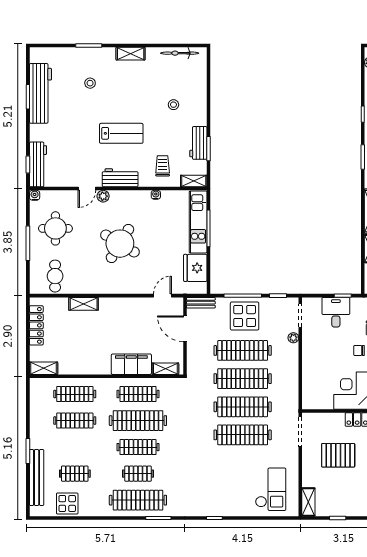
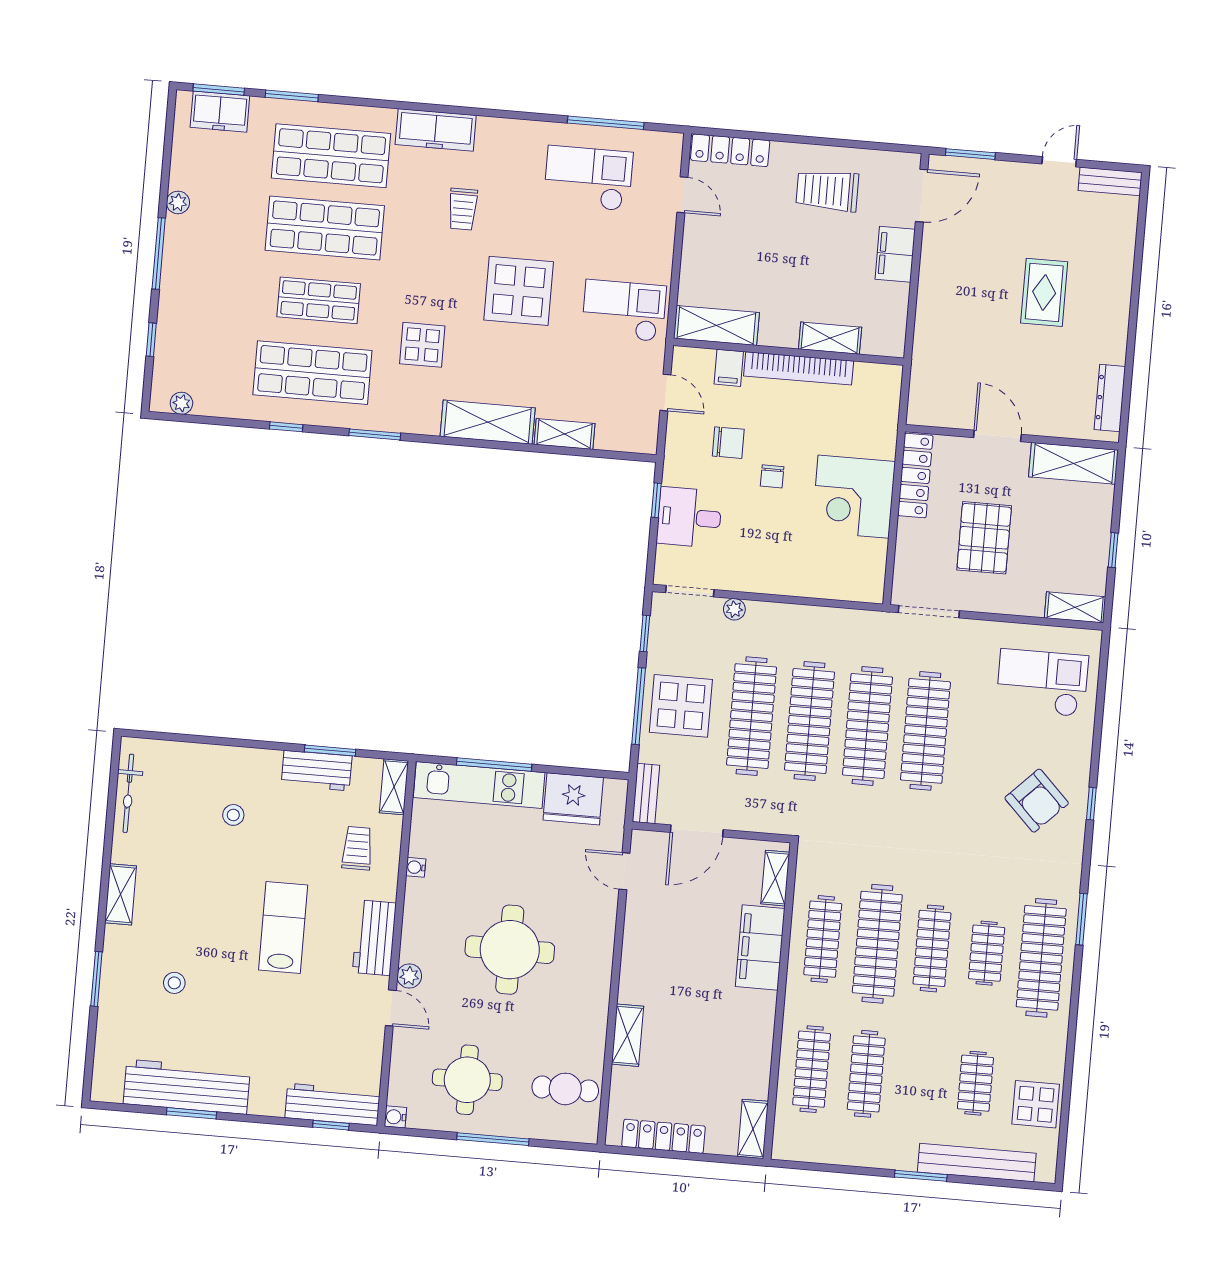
trolley: (163, 166) -> (357, 848), turned 90
round table: (120, 244) -> (510, 950), turned -31
armchair: (214, 491) -> (1037, 801), added

